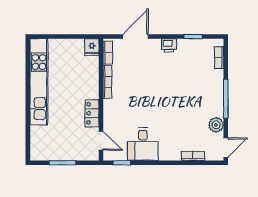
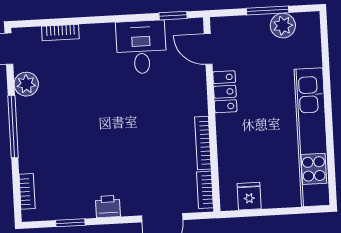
fridge: (92, 47) -> (249, 196), moved
plant: (53, 153) -> (283, 26), added

